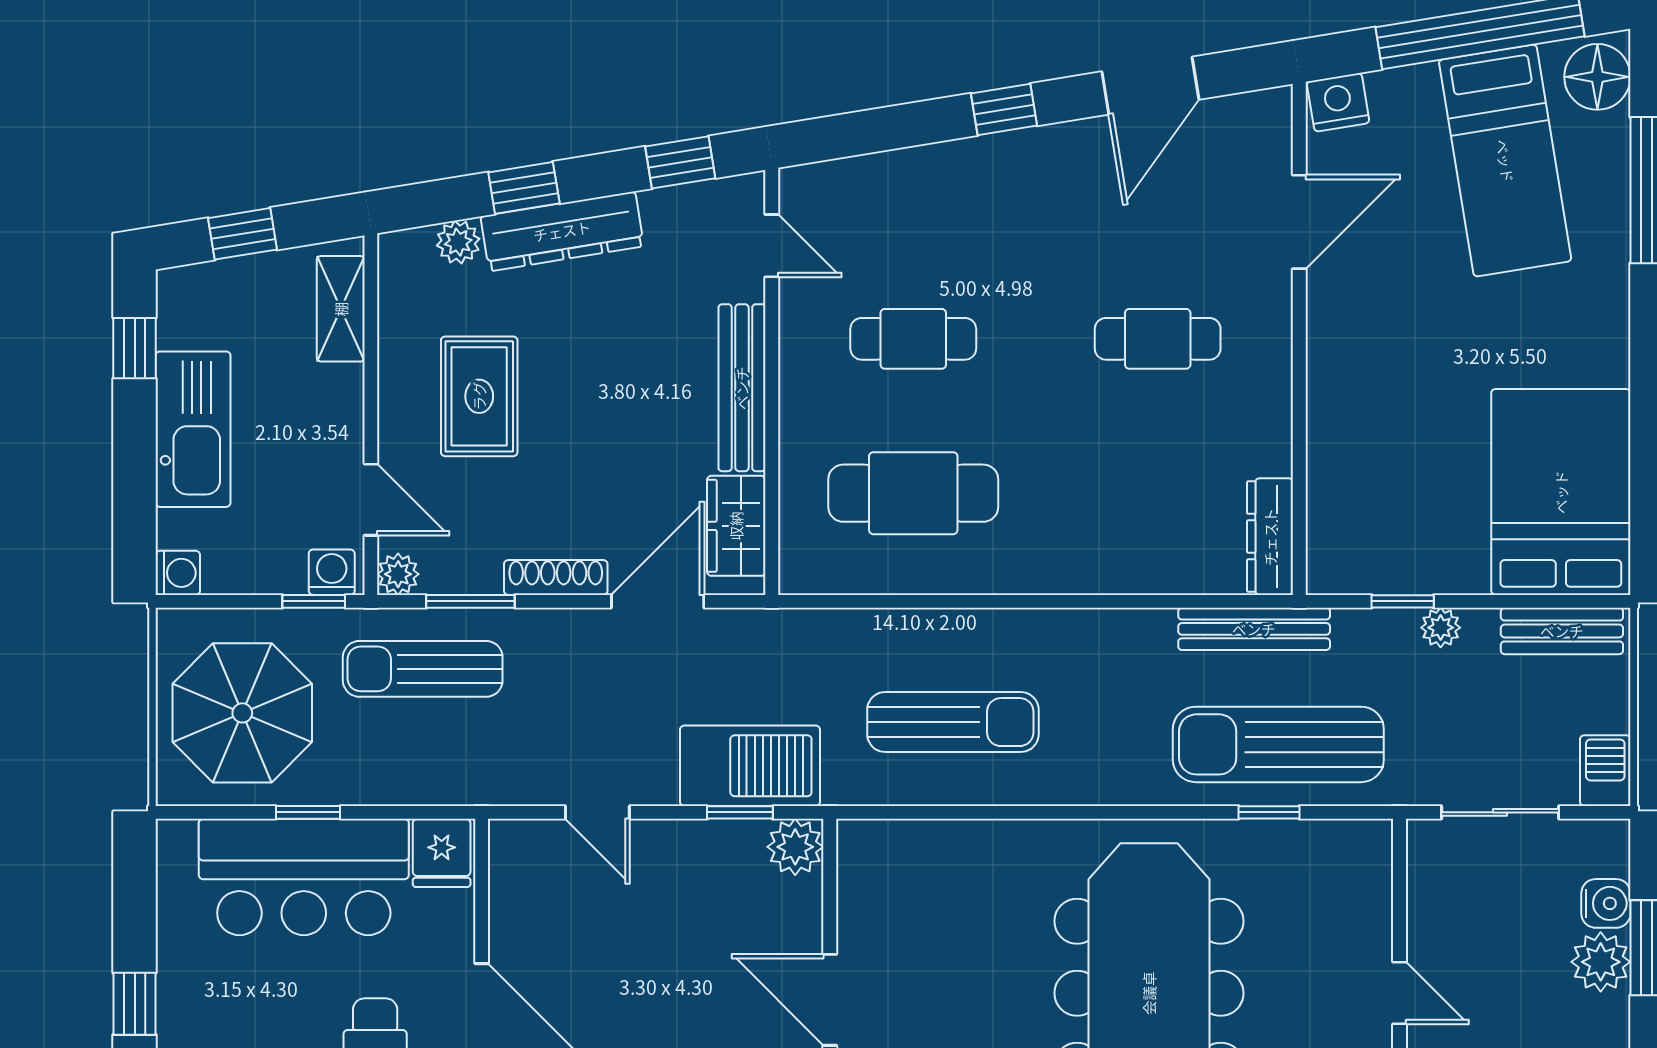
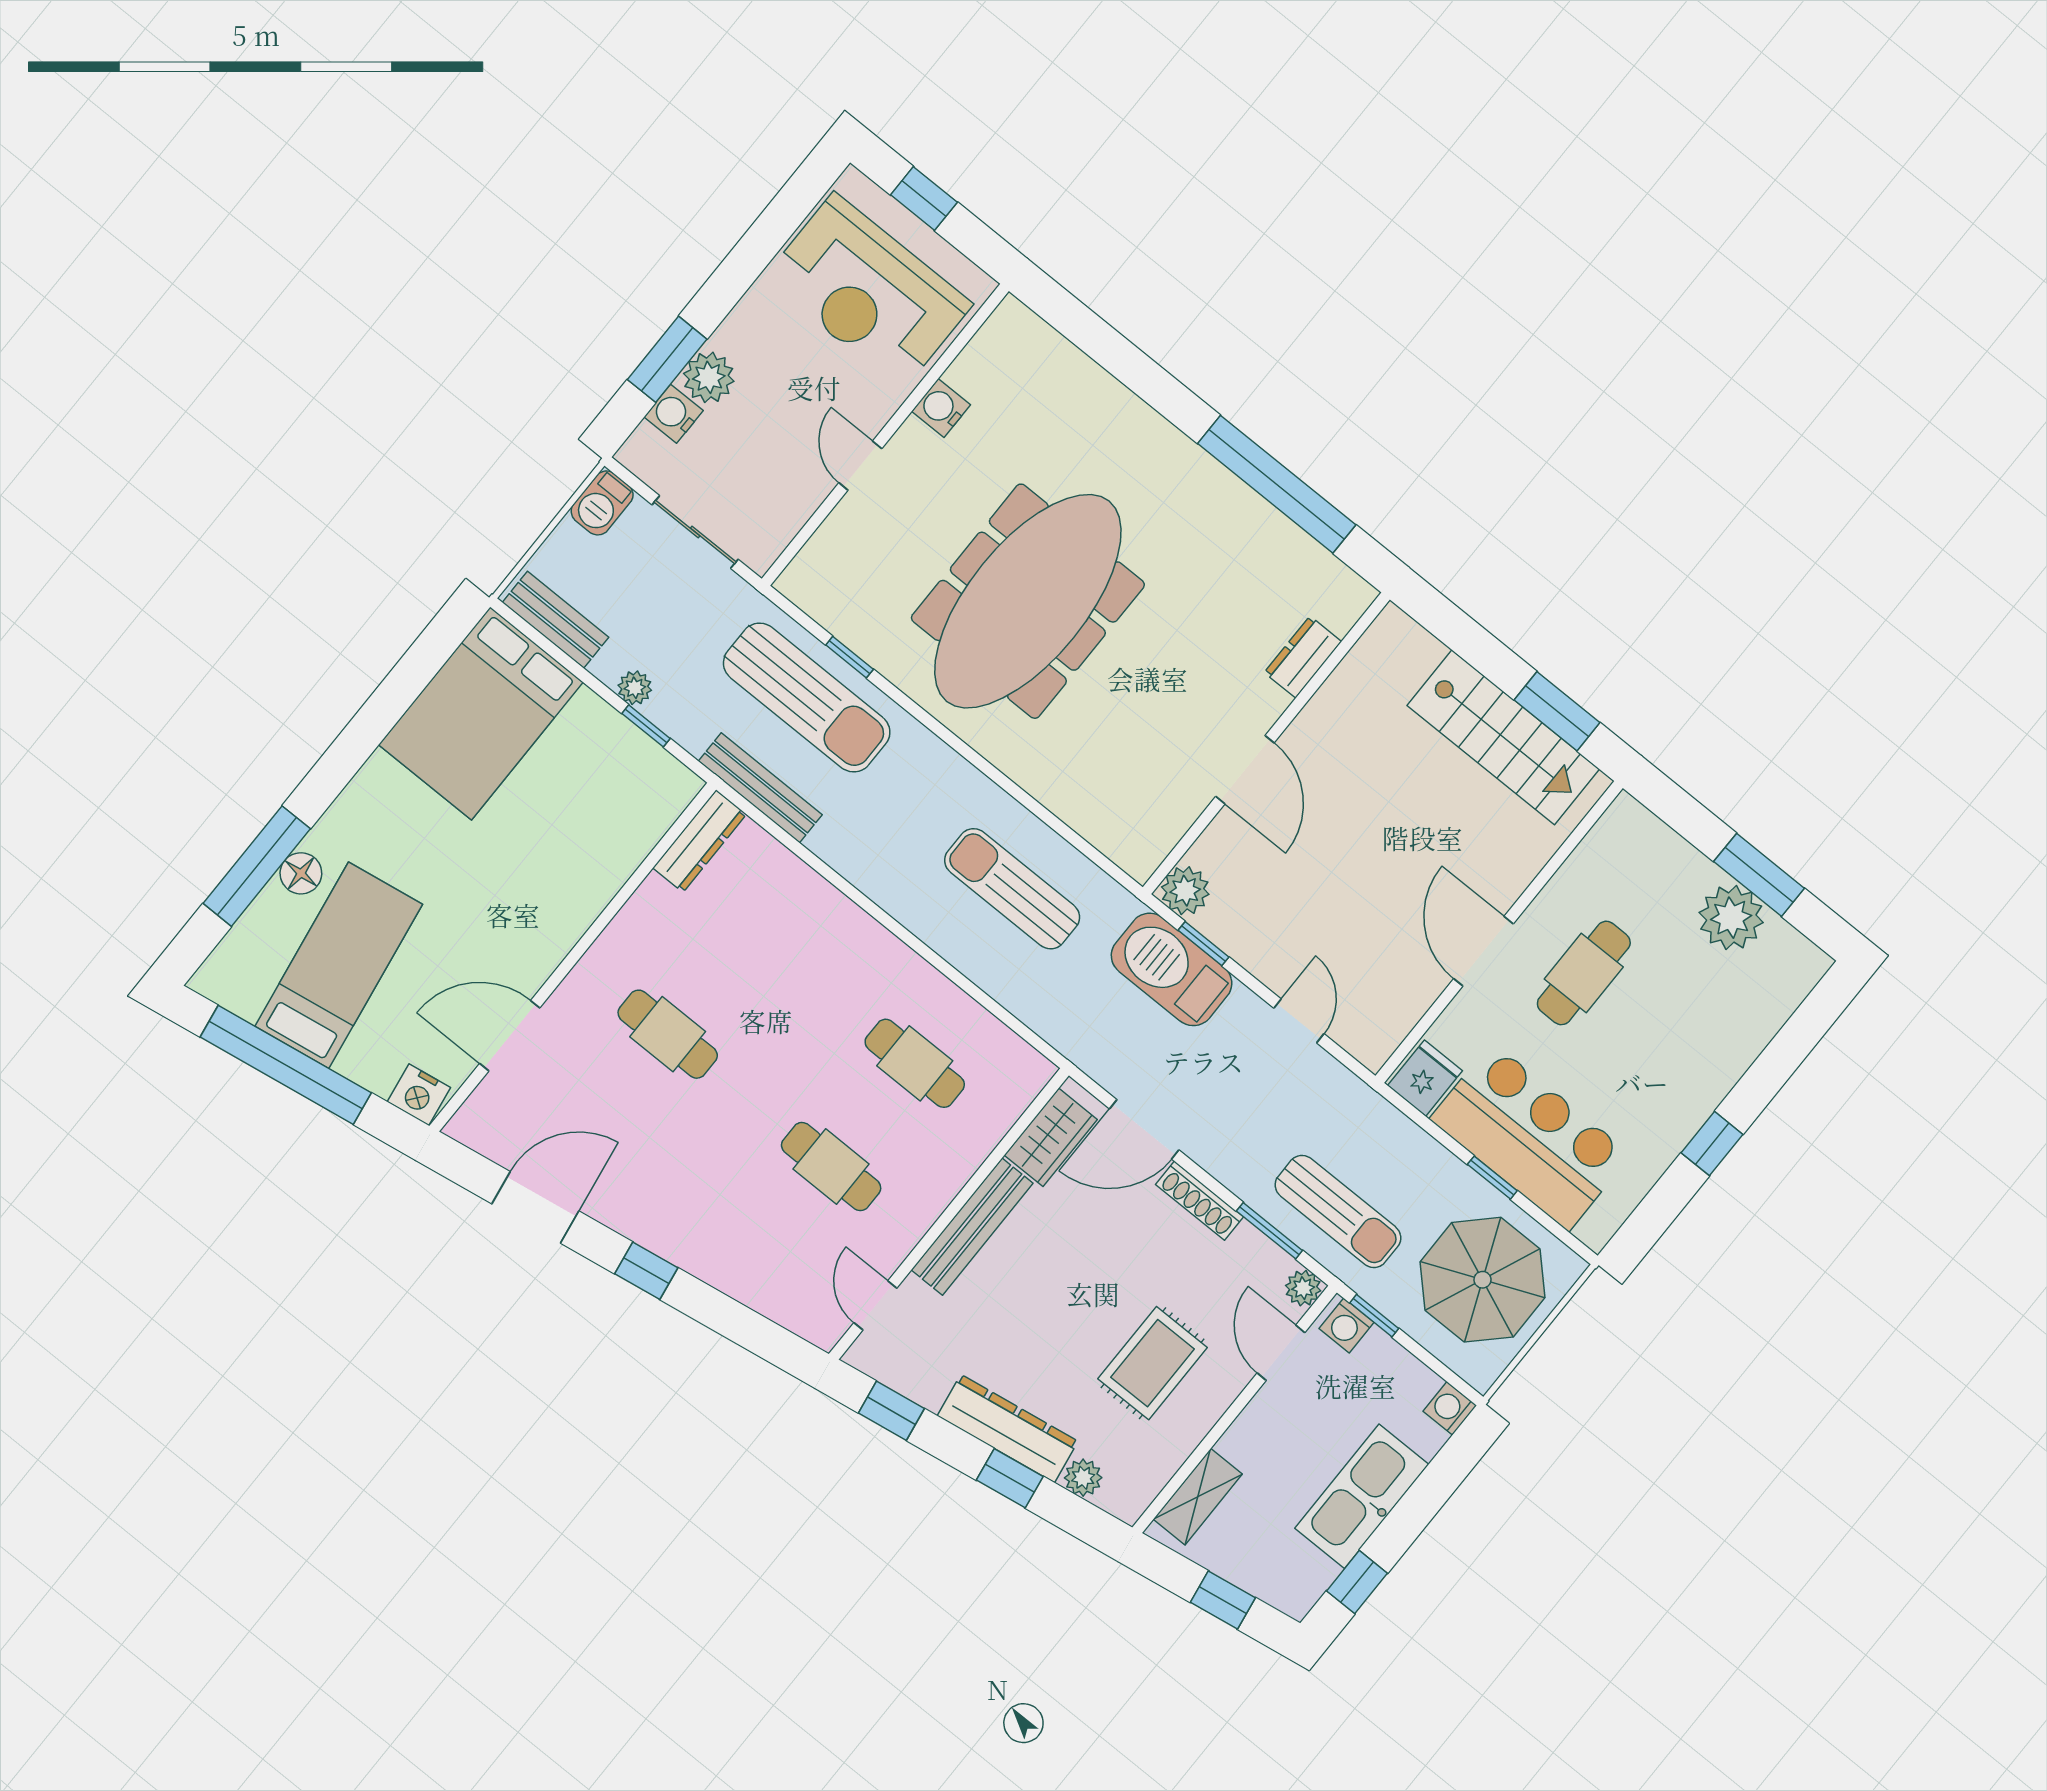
floor lamp: (1597, 77) -> (301, 873), moved, width x0.73, depth x0.73
cafe table: (913, 493) -> (915, 1063), width x0.73, depth x0.74

